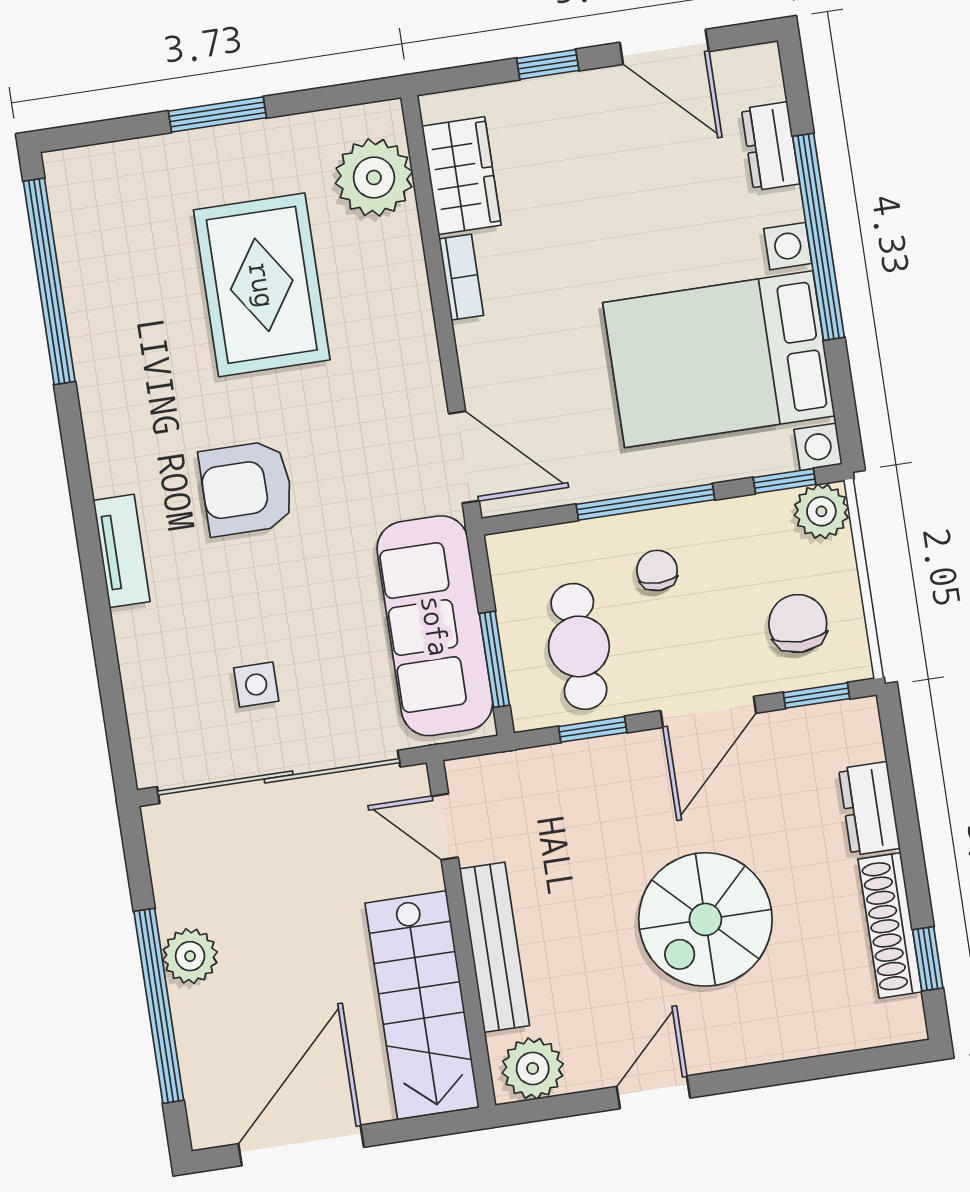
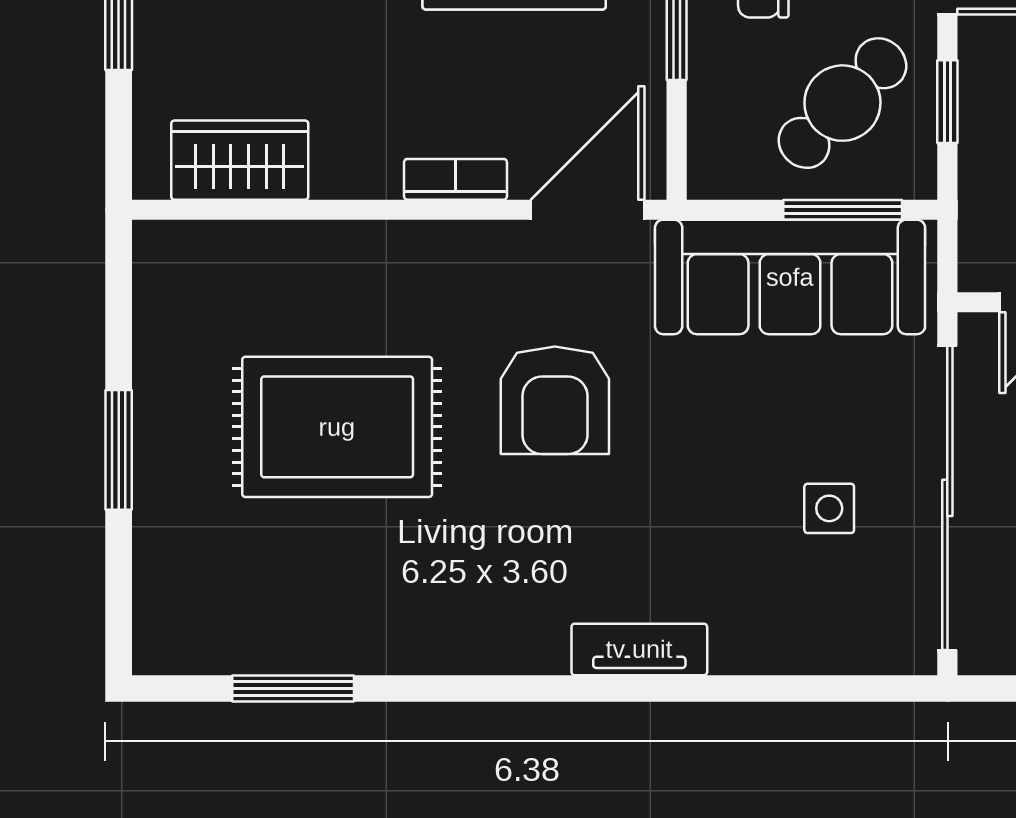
plant: (374, 178) -> (226, 268), removed
bookcase: (461, 277) -> (455, 179), moved
window: (49, 281) -> (293, 689), width x0.47
armchair: (247, 488) -> (555, 400), moved
cafe table: (579, 646) -> (842, 103), turned -46

